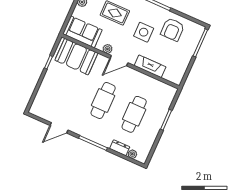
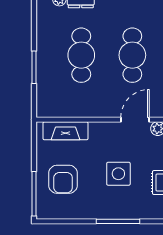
armchair: (173, 29) -> (63, 179), moved, turned 180
fireplace: (150, 66) -> (66, 131), moved

